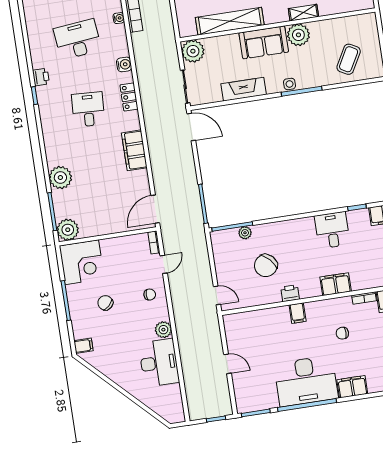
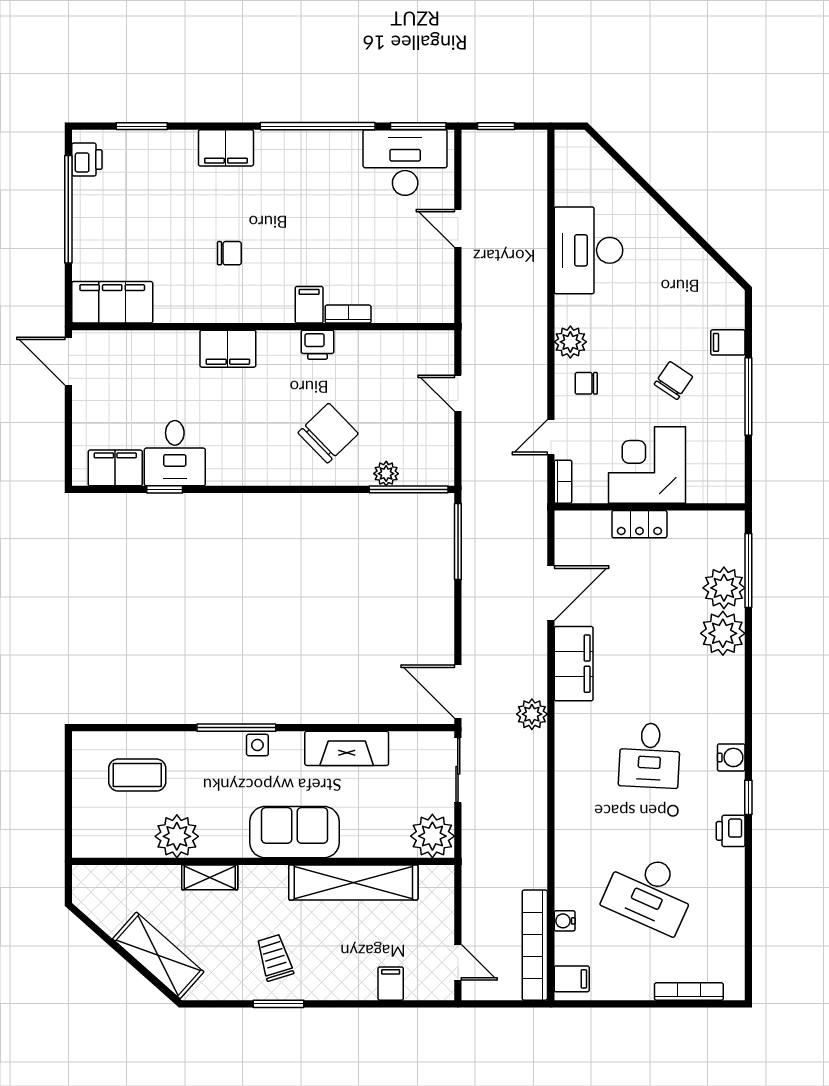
plant: (298, 35) -> (177, 836), moved
desk: (78, 39) -> (650, 892), turned 30
coffee table: (349, 59) -> (137, 775), turned 61
water cooler: (124, 64) -> (731, 757), moved, turned 180
locker: (129, 97) -> (639, 524), moved, turned 90
plant: (152, 121) -> (532, 714), added
door: (155, 209) -> (551, 593), moved
plant: (68, 230) -> (724, 588), moved
desk: (332, 230) -> (175, 453), moved
corner desk: (82, 262) -> (647, 465), moved
chair: (266, 266) -> (328, 433), moved
door: (217, 295) -> (458, 393), moved
bookcase: (364, 298) -> (348, 314), moved
chair: (105, 303) -> (674, 380), turned -102
plant: (163, 330) -> (570, 342), moved
filing cabinet: (83, 346) -> (728, 342), moved
desk: (306, 381) -> (405, 163), moved, width x0.73, depth x0.77

